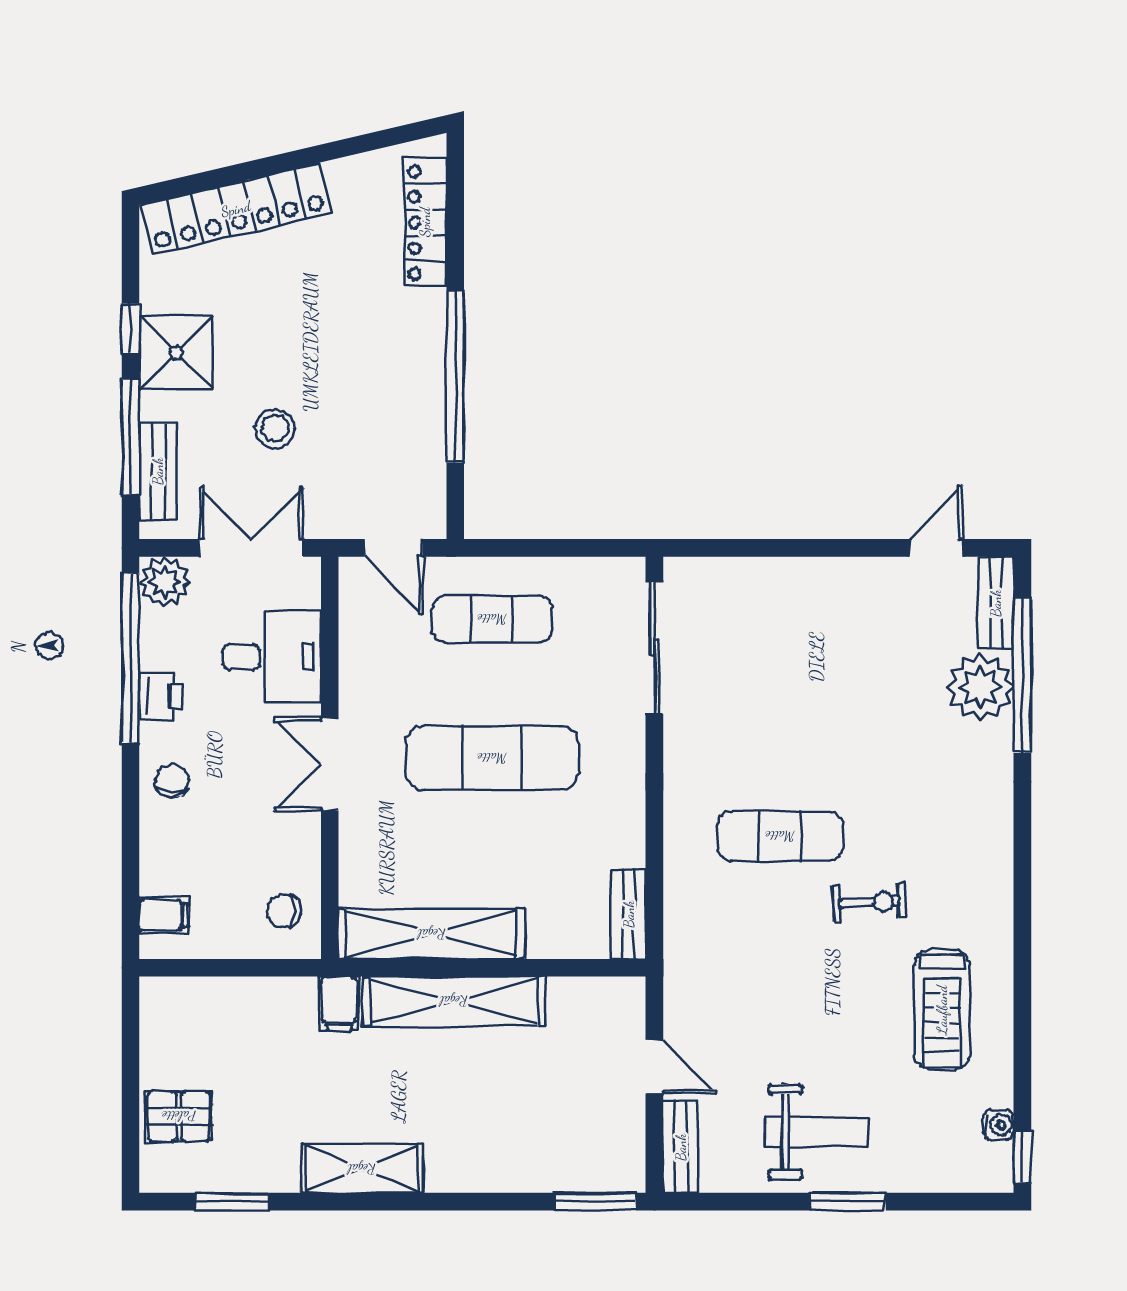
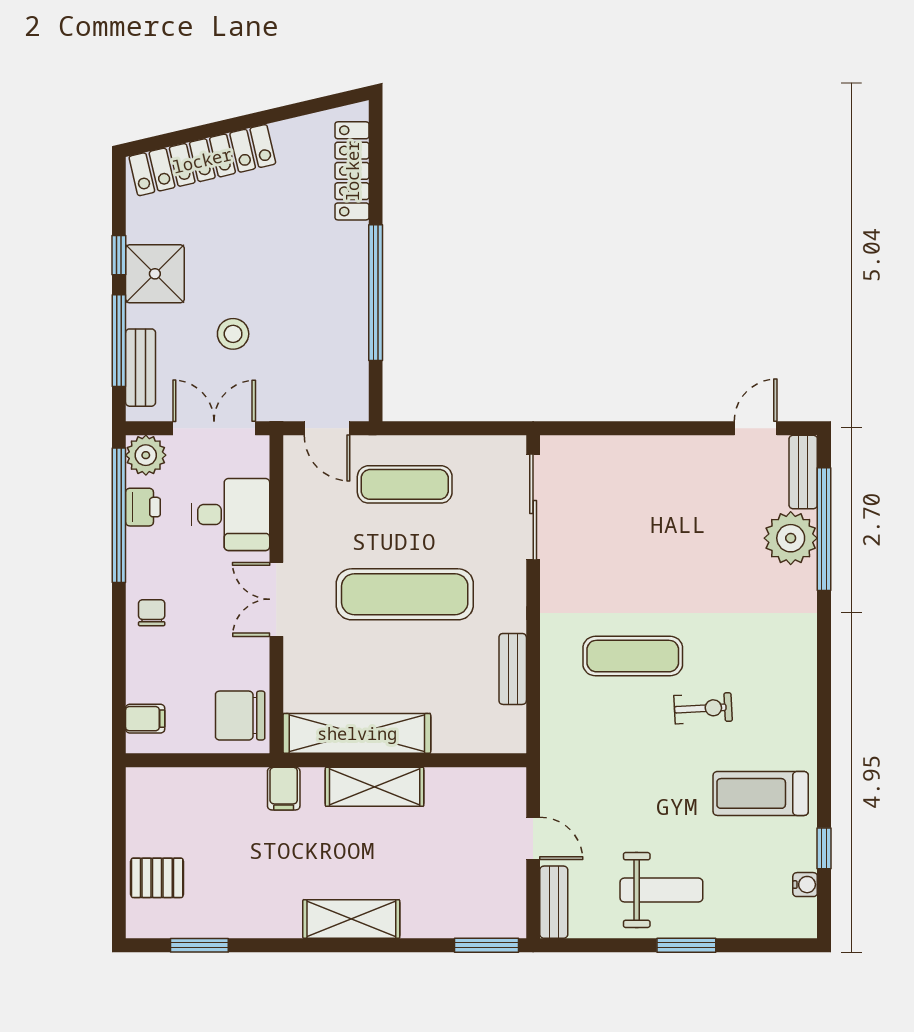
printer: (161, 697) -> (143, 507), moved
chair: (284, 911) -> (240, 716), width x1.87, depth x1.87
bench: (629, 914) -> (513, 669), moved
shelving: (454, 1001) -> (375, 787), width x0.68
treadmill: (942, 1010) -> (761, 793), turned 90
window: (1022, 1157) -> (824, 848), moved
shelving: (362, 1169) -> (351, 919), moved

